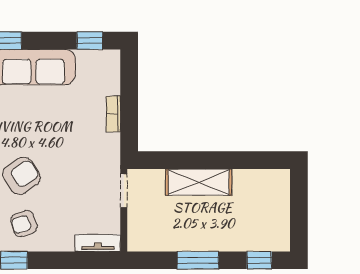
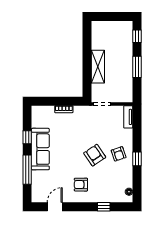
window: (90, 41) -> (27, 137), moved

